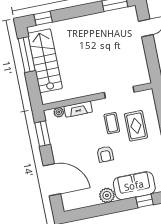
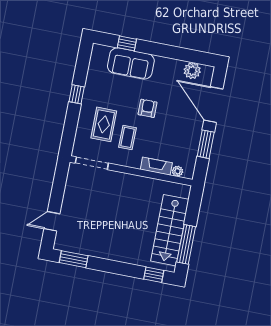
doorway: (119, 92) -> (92, 163), moved
window: (43, 134) -> (206, 144), moved
plant: (107, 195) -> (192, 71), moved

